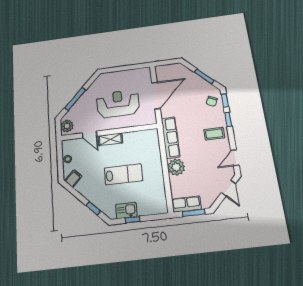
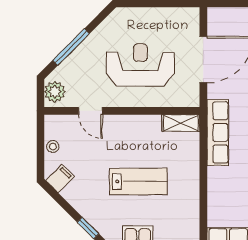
shelving: (110, 139) -> (181, 123), moved
plant: (176, 167) -> (220, 180), removed

